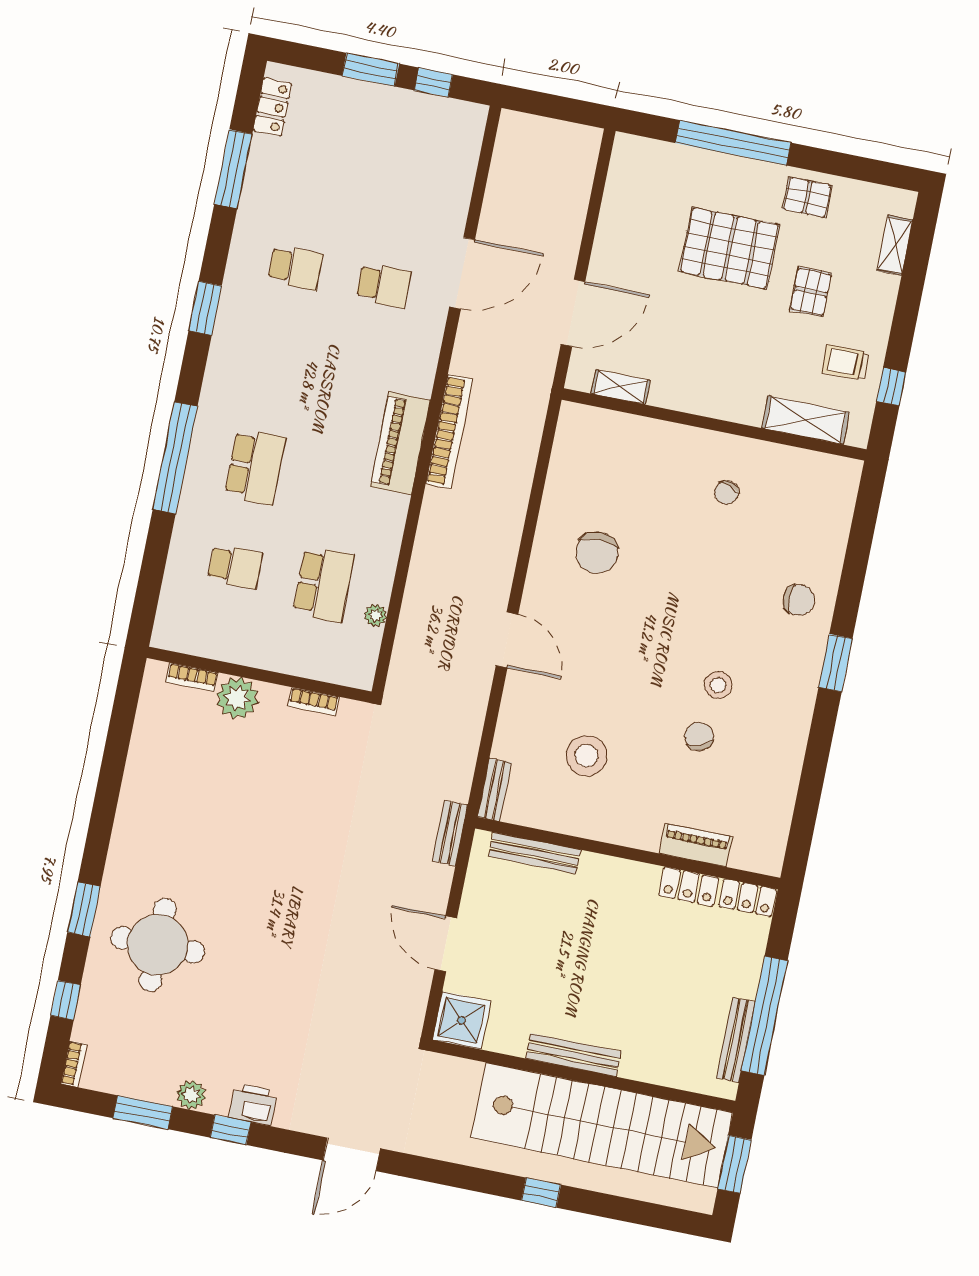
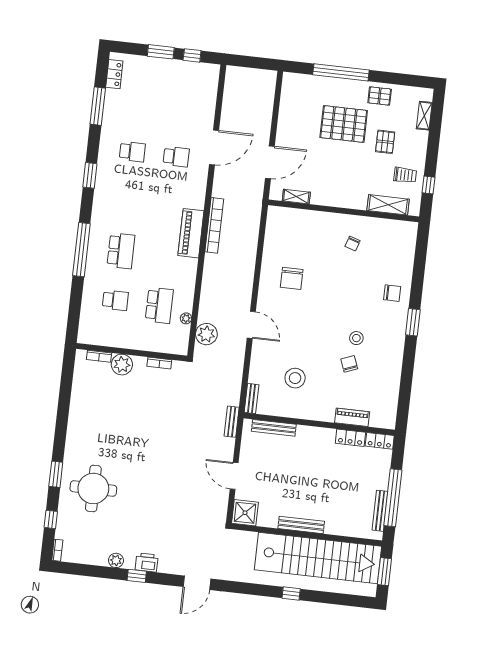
trolley: (845, 362) -> (405, 175), turned 180
plant: (414, 651) -> (206, 334), added
window: (143, 1112) -> (93, 571), removed

